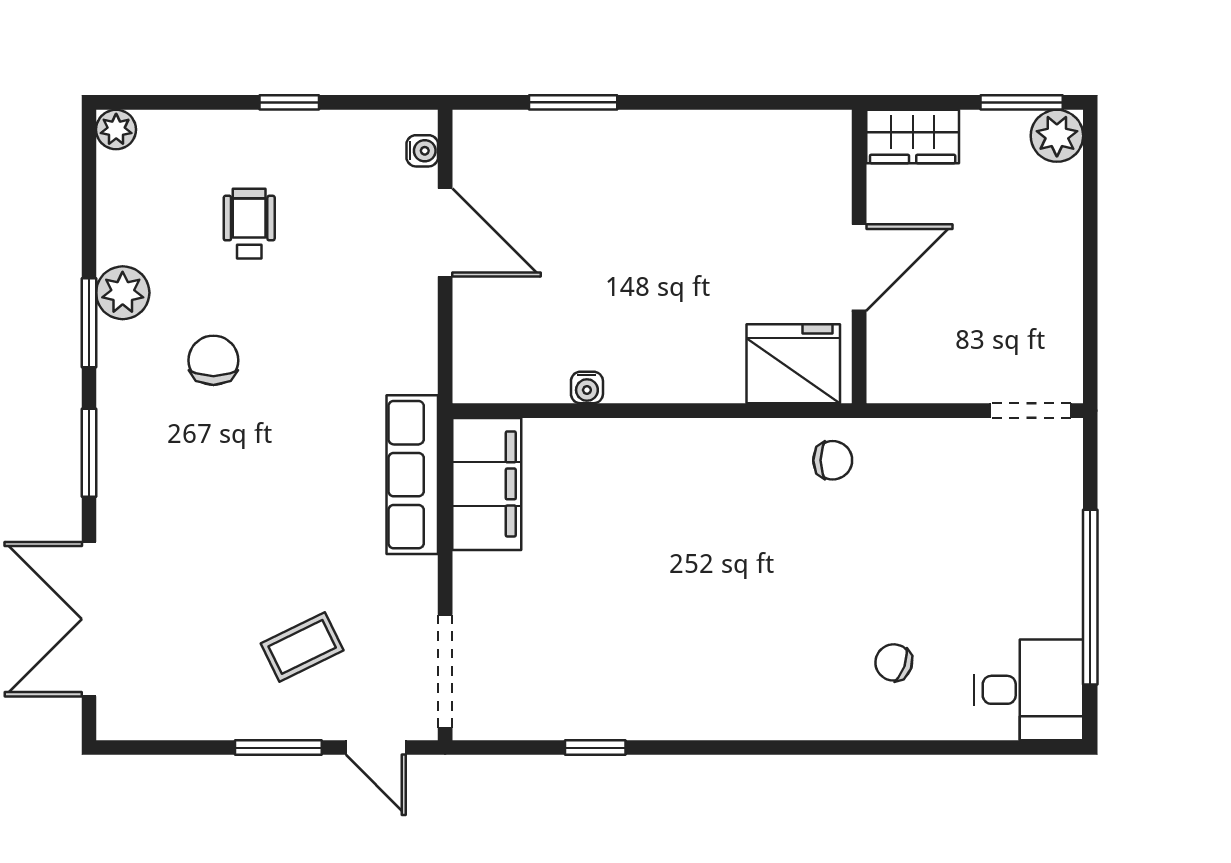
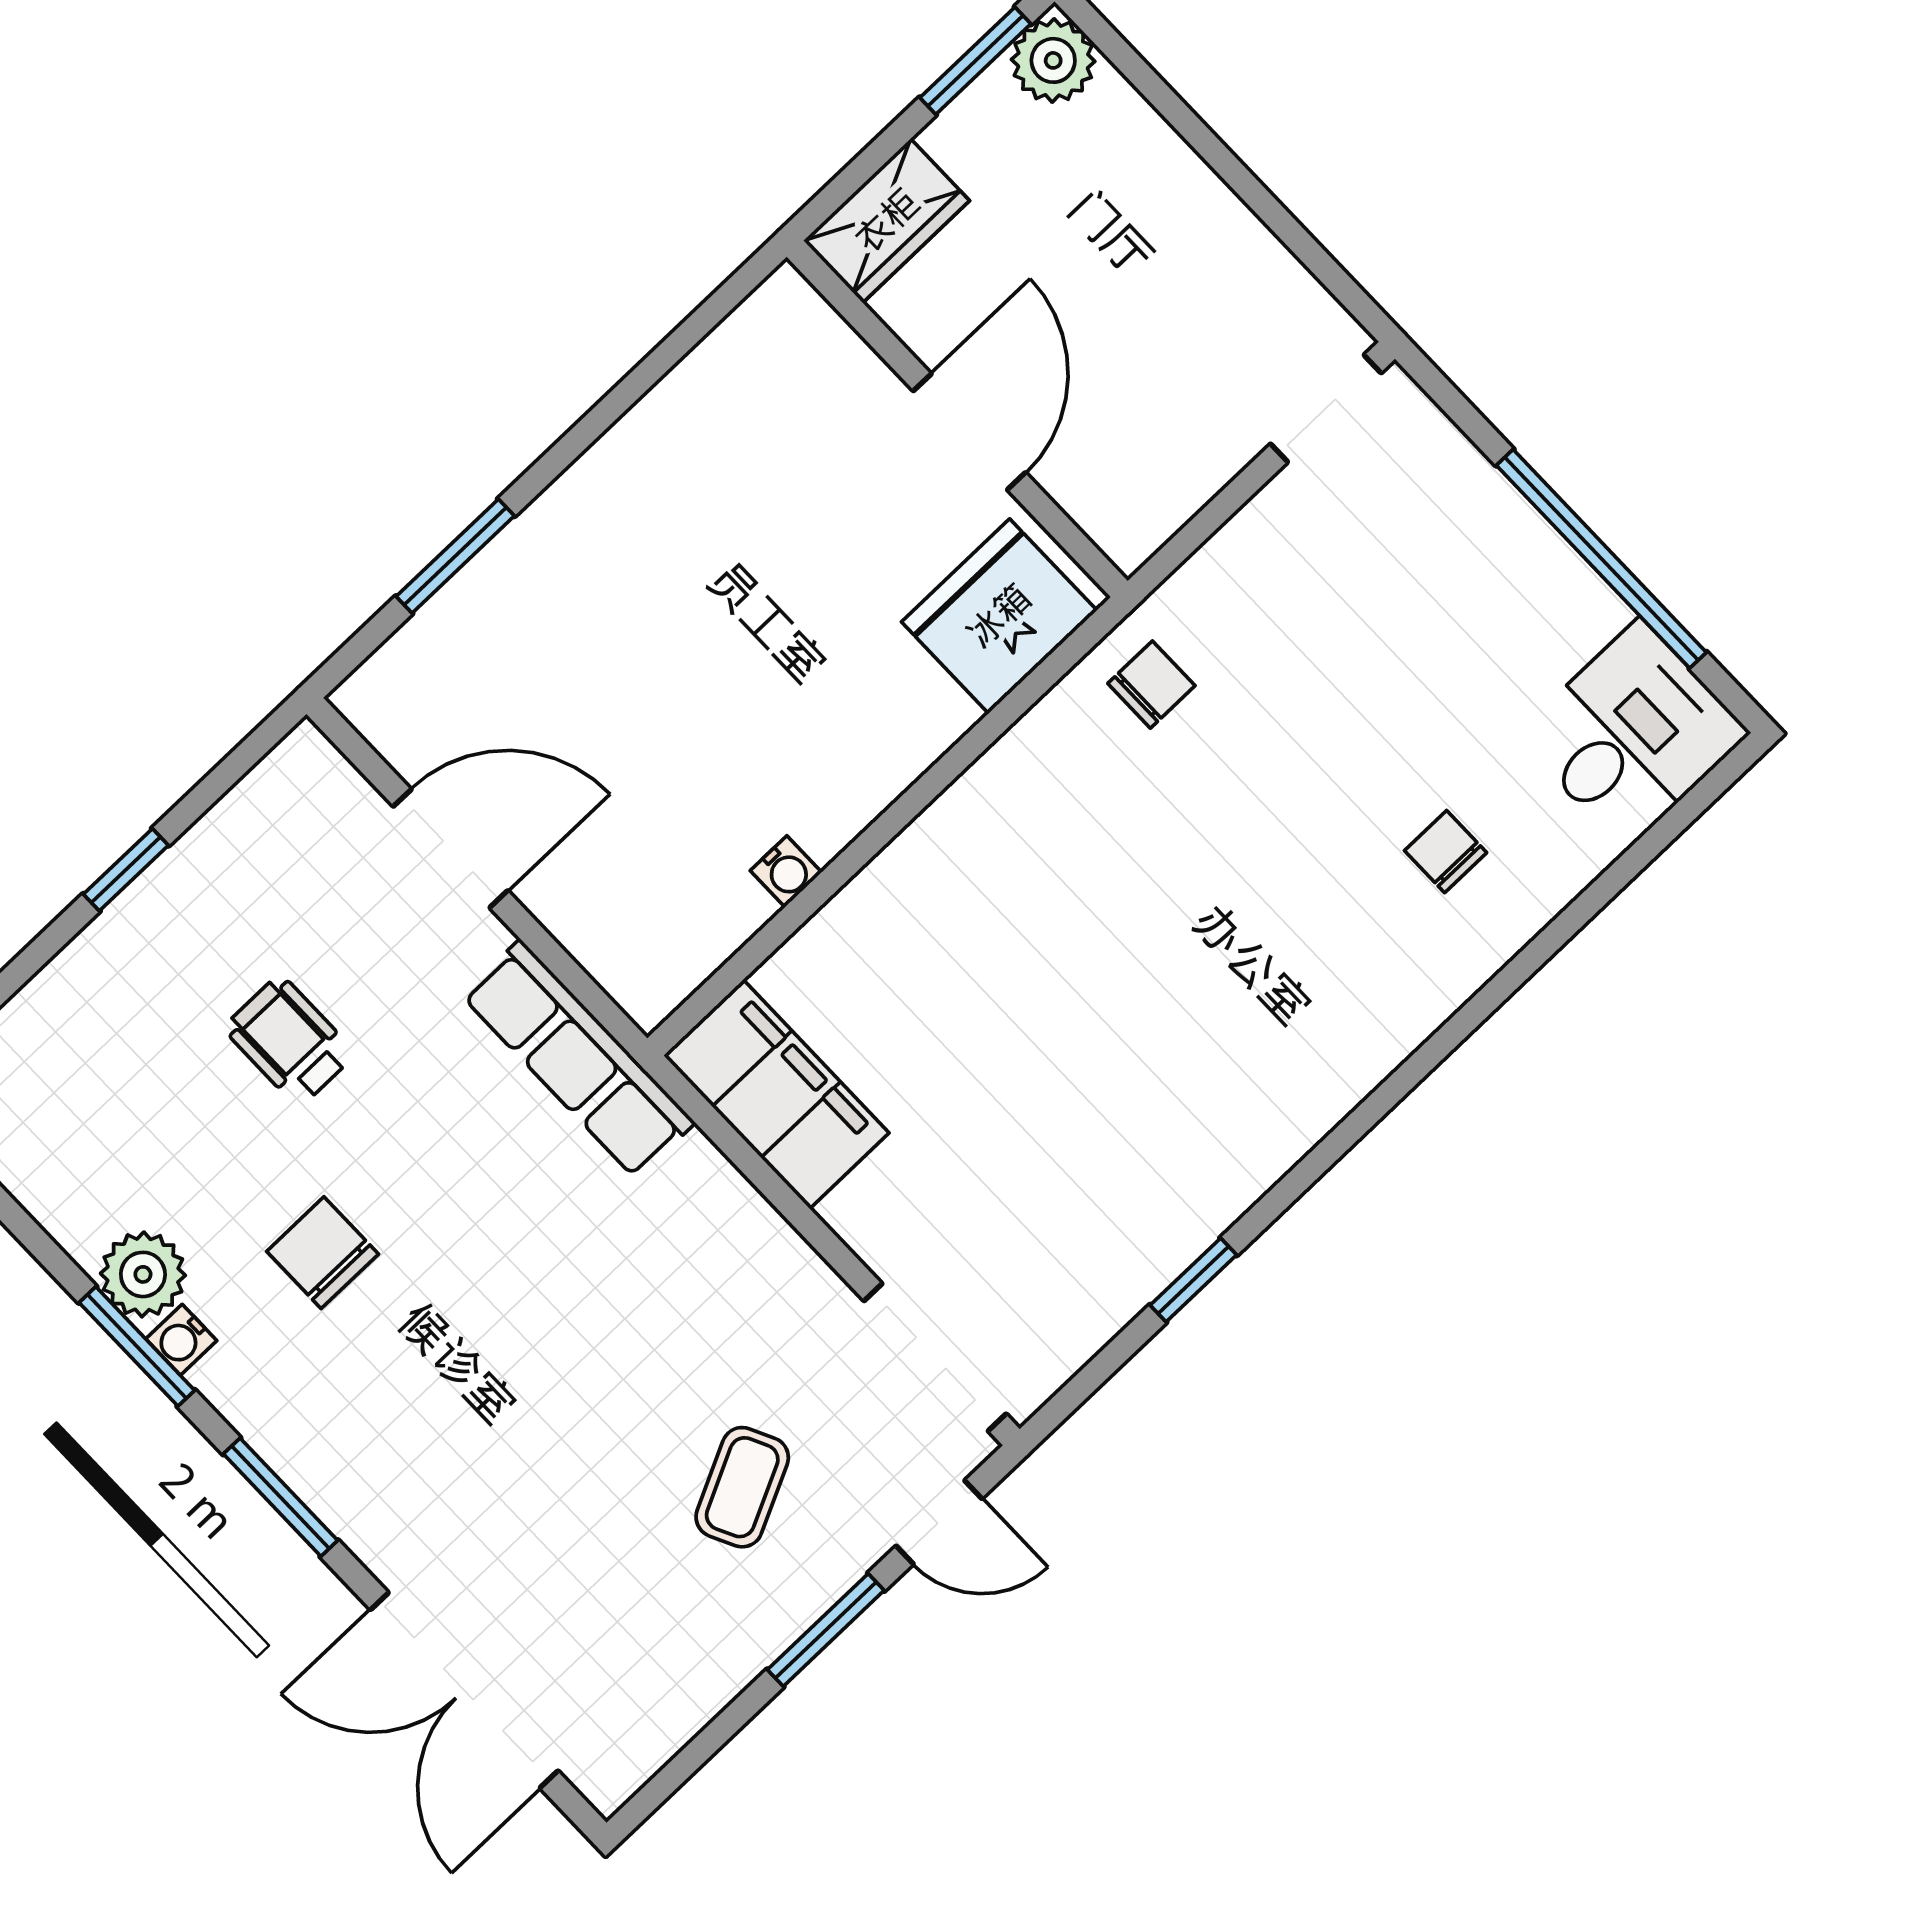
water cooler: (422, 151) -> (181, 1340), moved, turned 180
wheelchair: (249, 224) -> (289, 1041), moved
row of seats: (412, 475) -> (578, 1059), moved
chair: (894, 662) -> (1446, 852), turned 70

